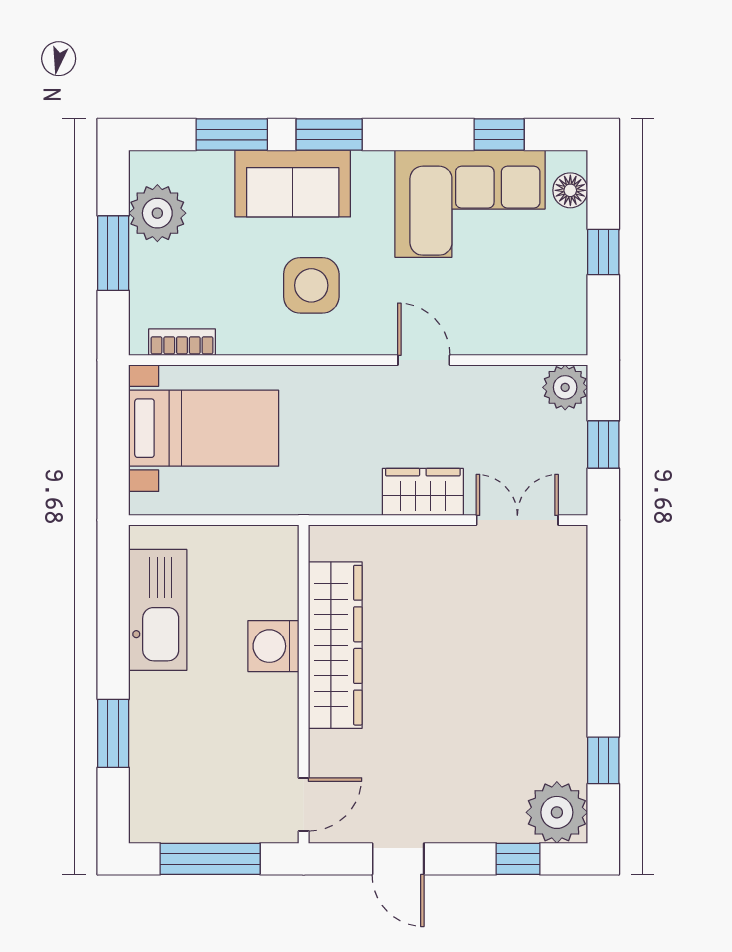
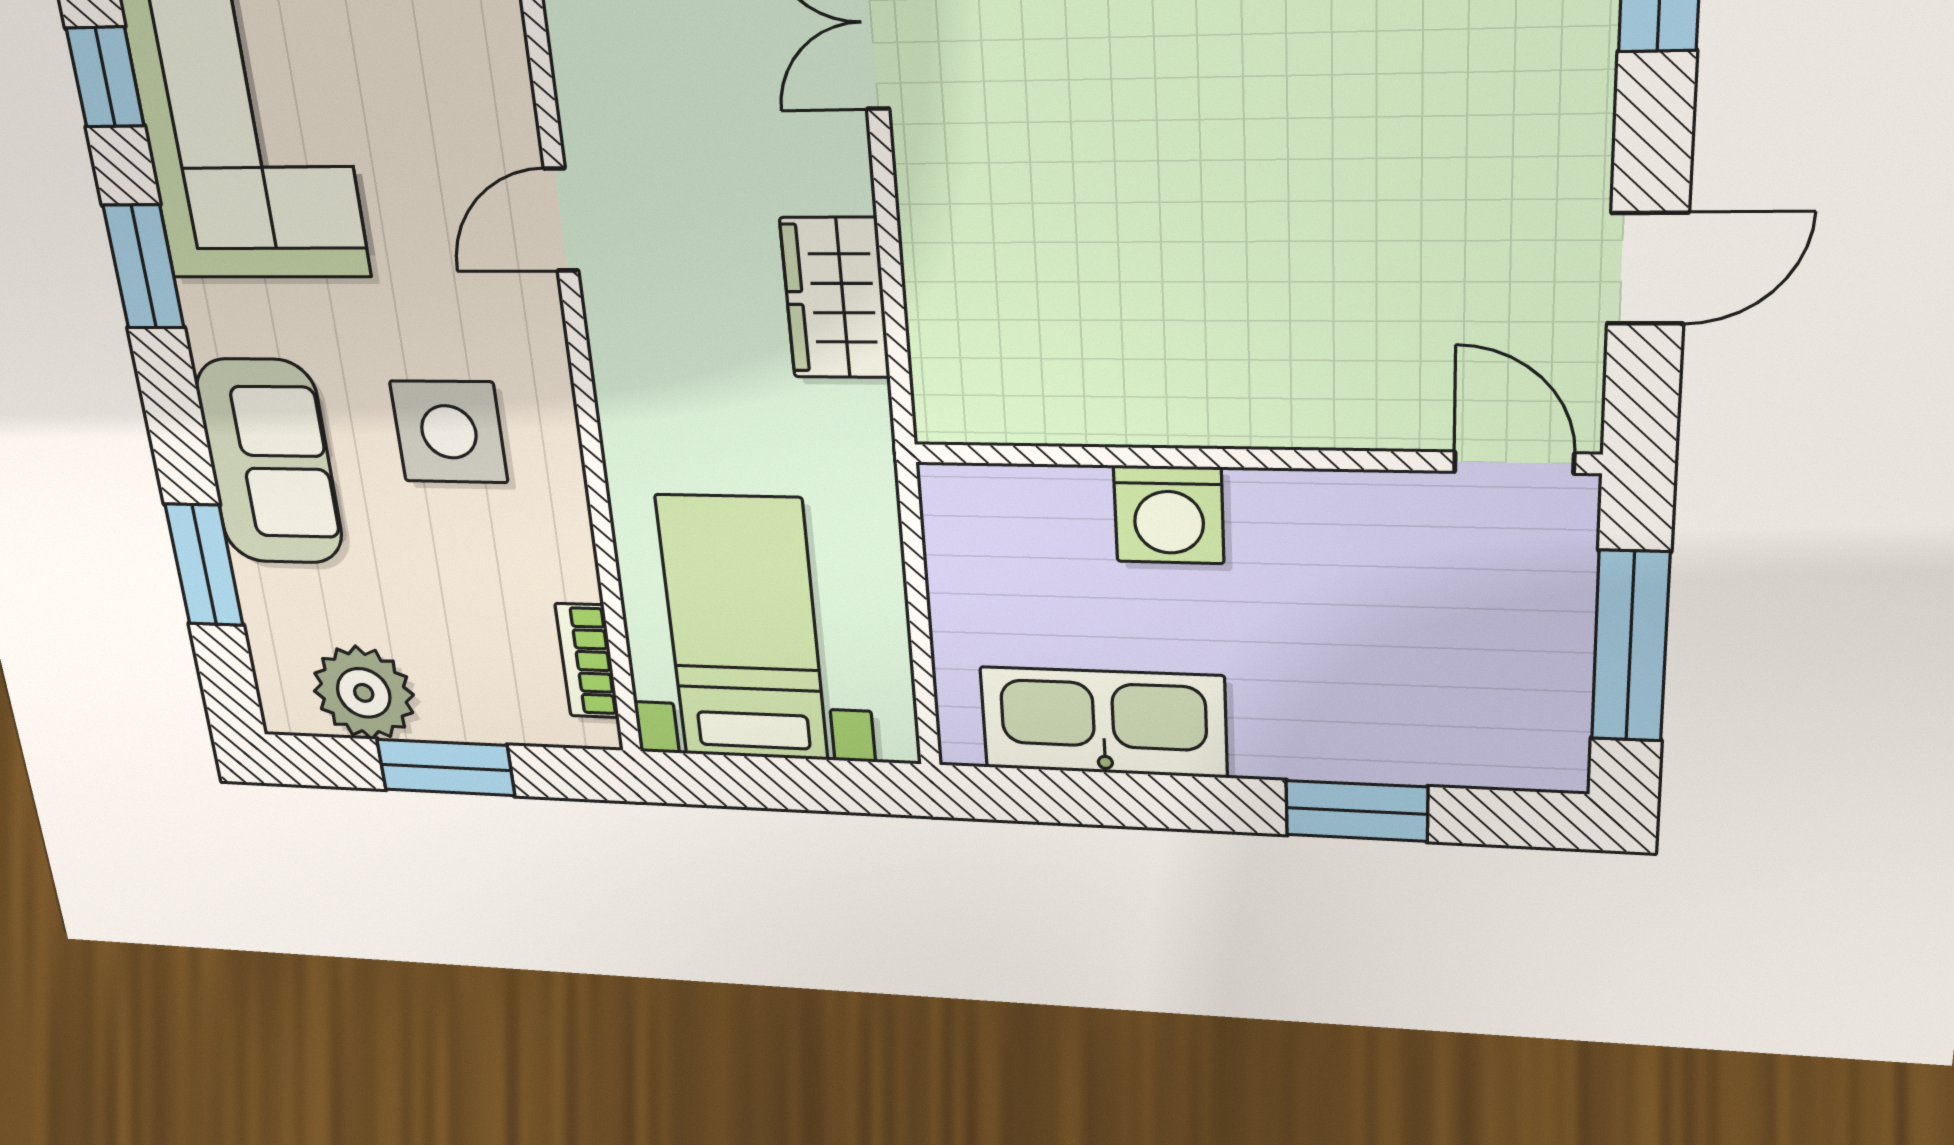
window: (329, 135) -> (144, 267), moved
wardrobe: (423, 492) -> (835, 298), moved
wardrobe: (335, 645) -> (1163, 396), removed

